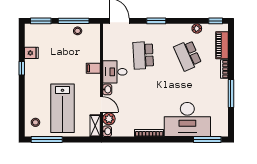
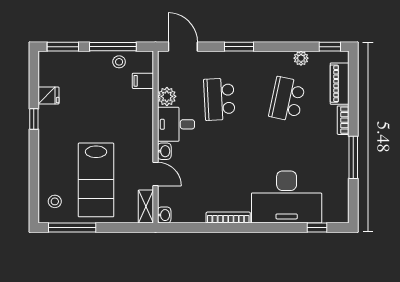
school desk: (188, 55) -> (287, 99), turned 36
filing cabinet: (93, 68) -> (143, 81), moved
plant: (109, 119) -> (167, 96), moved
window: (207, 139) -> (317, 228), width x0.46

